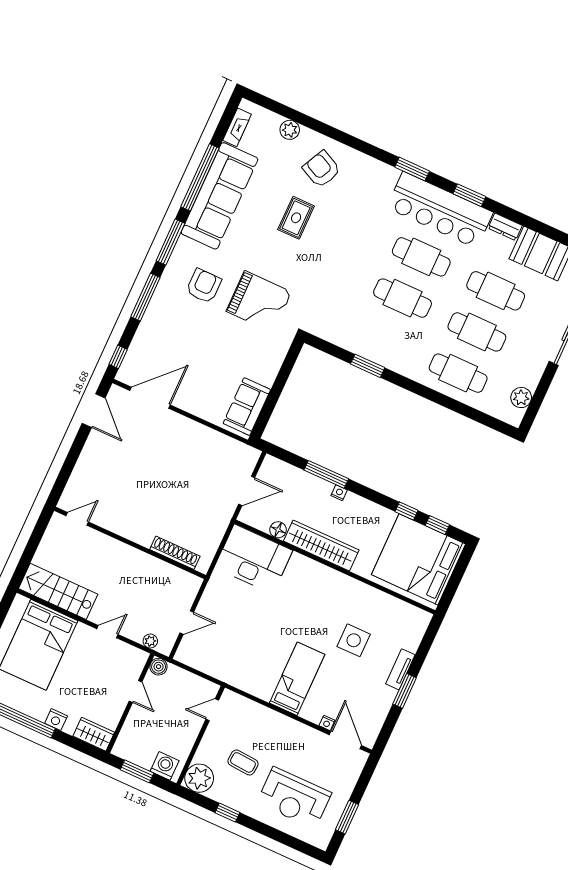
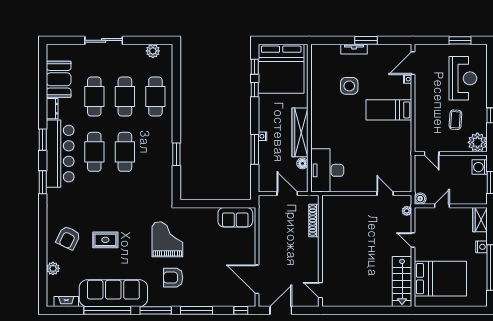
door: (77, 519) -> (320, 290), moved
wall: (130, 543) -> (320, 251), moved
shoe rack: (175, 553) -> (314, 221), moved

